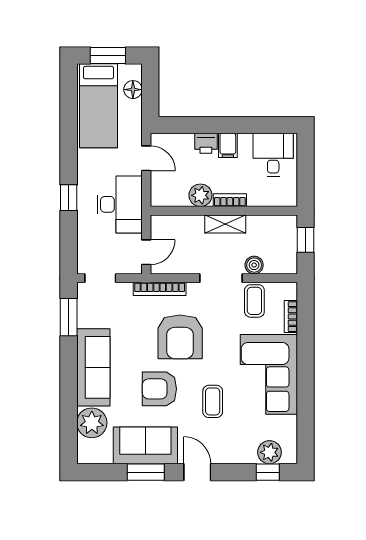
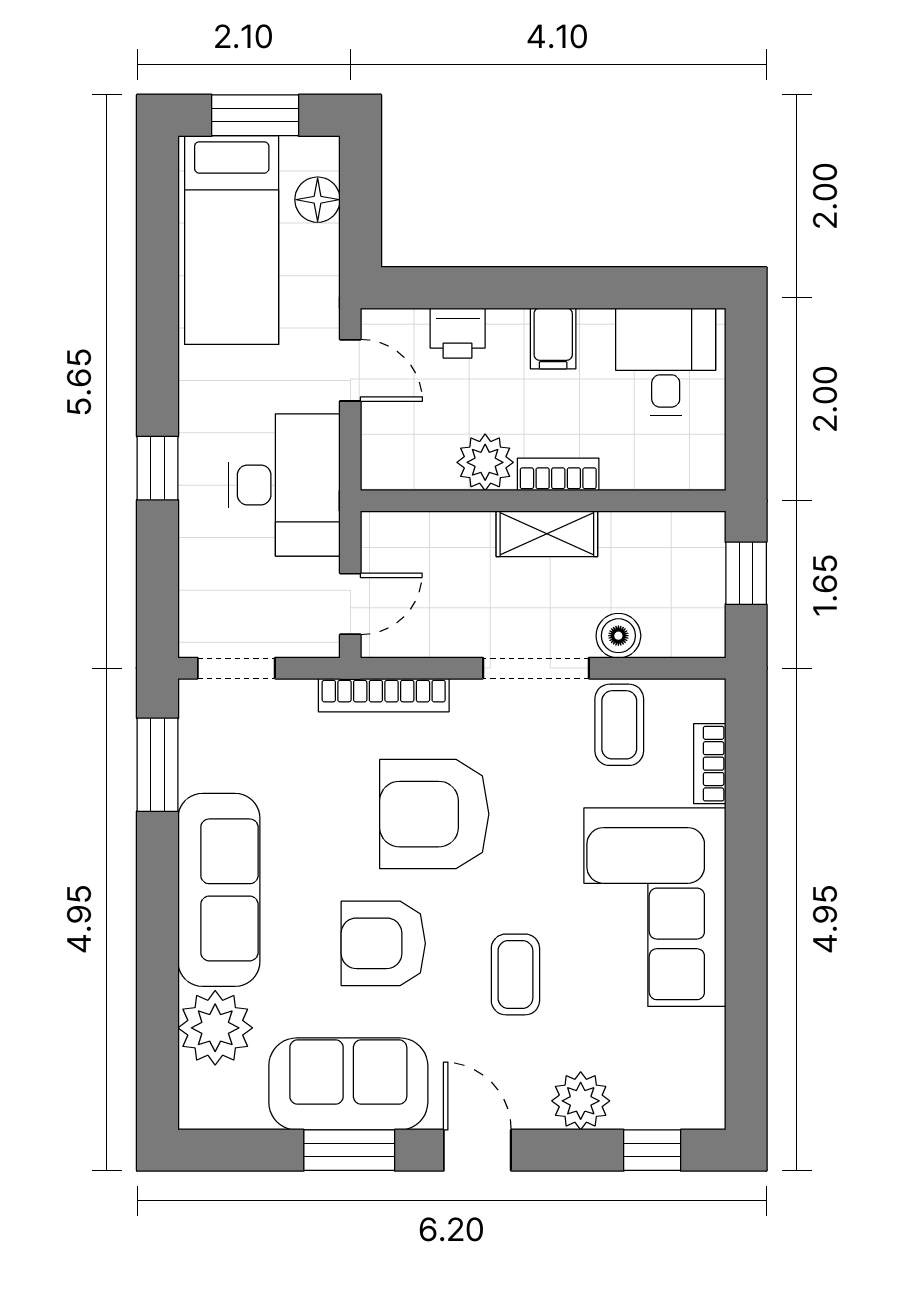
printer: (206, 143) -> (458, 333), moved
armchair: (180, 337) -> (434, 814), turned 90
plant: (270, 452) -> (581, 1101), moved

